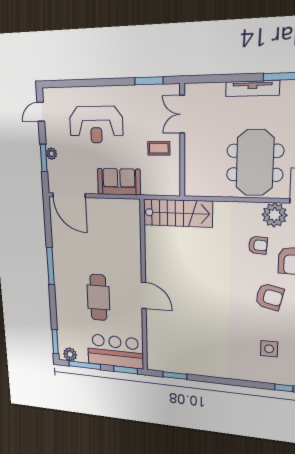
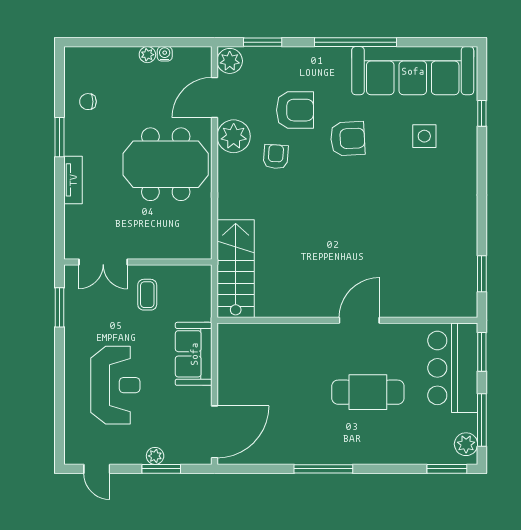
tv unit: (252, 89) -> (73, 180), width x0.71
armchair: (269, 297) -> (348, 139), turned 74

